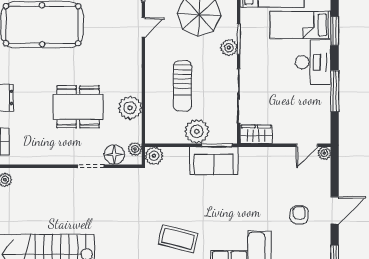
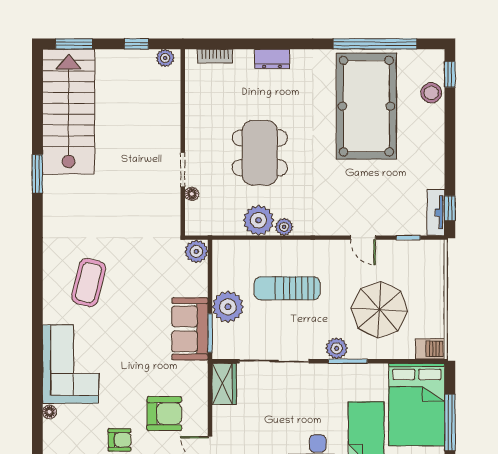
plant: (135, 149) -> (284, 227), moved
floor lamp: (114, 155) -> (192, 194), width x0.53, depth x0.53
armchair: (279, 180) -> (164, 414), added

